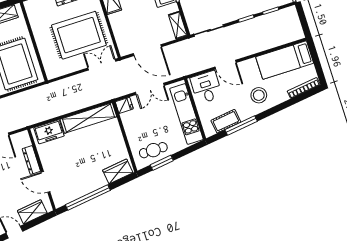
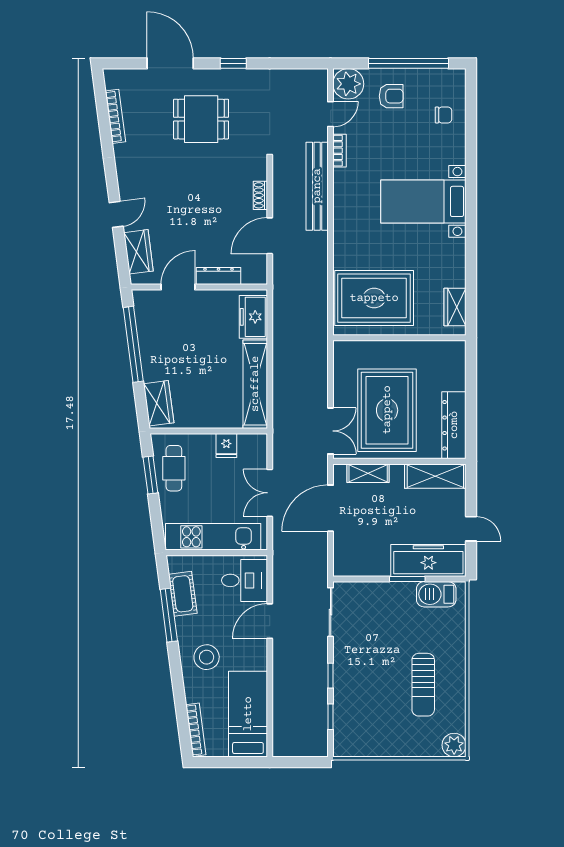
shelving: (178, 25) -> (368, 473), moved
fridge: (124, 105) -> (226, 446), moved

